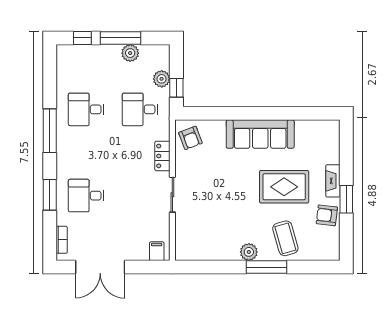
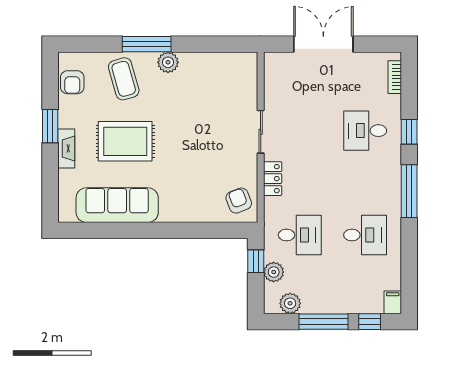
plant: (130, 53) -> (290, 303), moved
window: (50, 131) -> (409, 191), moved
sofa: (260, 134) -> (117, 205), moved
window: (50, 195) -> (409, 132), width x0.67
desk: (86, 196) -> (365, 131), turned 180
armchair: (327, 215) -> (72, 82), moved, turned 83
filing cabinet: (157, 251) -> (393, 302), moved, turned 180
double door: (100, 267) -> (323, 44), moved

